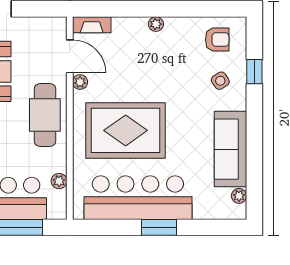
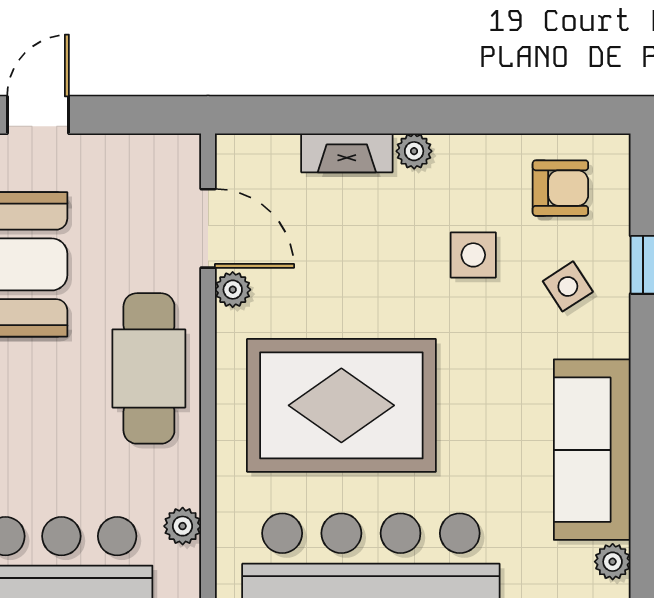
fireplace: (92, 25) -> (347, 153), moved
side table: (181, 68) -> (473, 255), added

